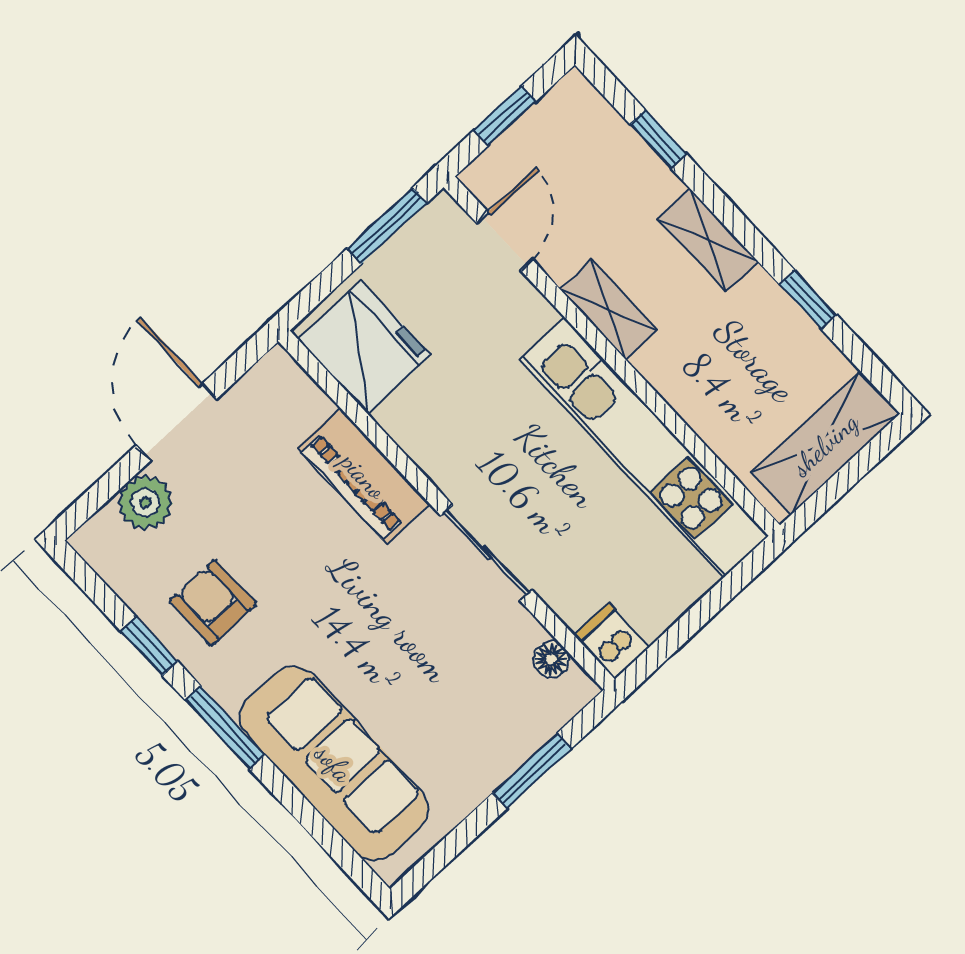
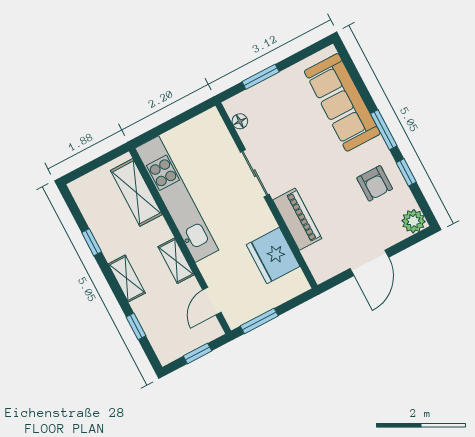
fridge: (365, 347) -> (273, 255), moved
shelving: (825, 444) -> (136, 192), moved, turned 90
plant: (145, 503) -> (413, 221), moved
dishwasher: (612, 641) -> (212, 122), removed

